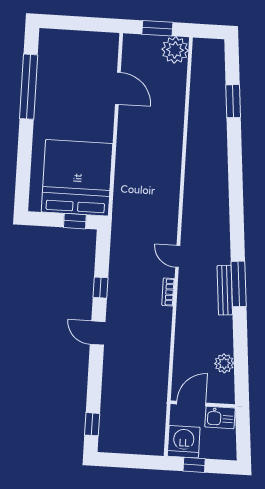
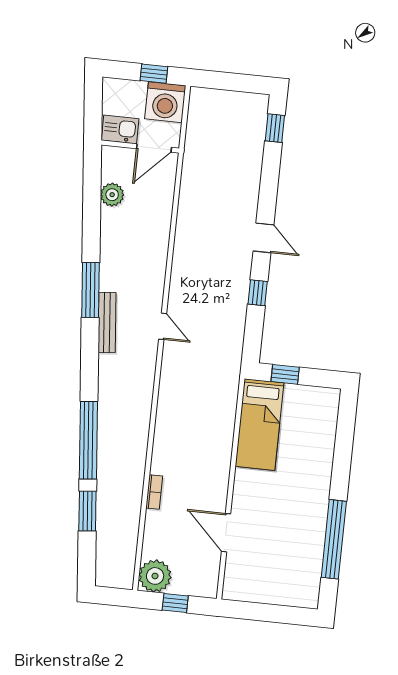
window: (157, 28) -> (175, 603), width x0.67
window: (235, 160) -> (88, 440), added
bed: (77, 178) -> (259, 425), width x0.49
bench: (225, 290) -> (107, 322), moved
bookcase: (168, 292) -> (154, 492), moved

